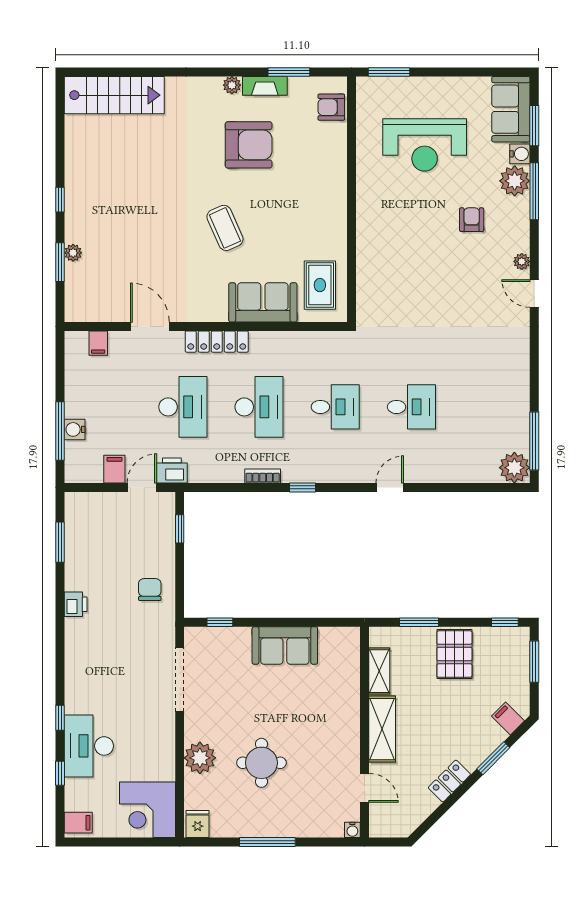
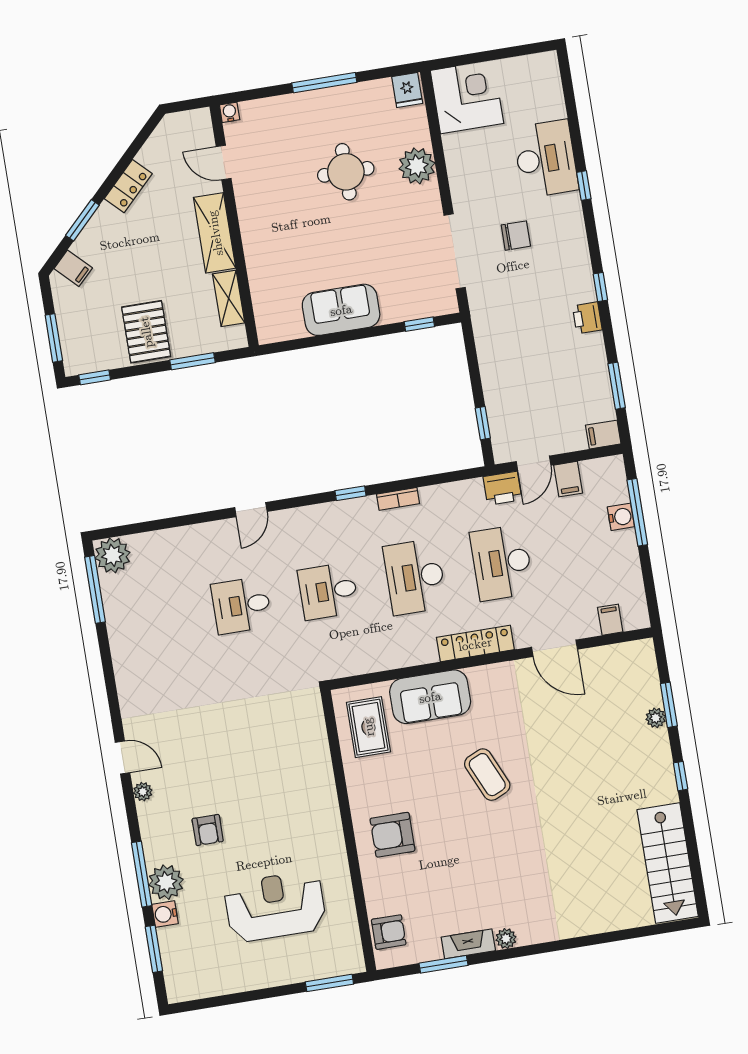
stairs: (114, 95) -> (668, 863), moved, turned -90
sofa: (511, 109) -> (184, 963), removed
armchair: (249, 145) -> (392, 835), moved, width x0.73, depth x0.73
chair: (150, 590) -> (516, 236), moved, turned -90
window: (60, 773) -> (600, 287), moved
filing cabinet: (78, 823) -> (603, 435), moved

